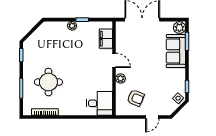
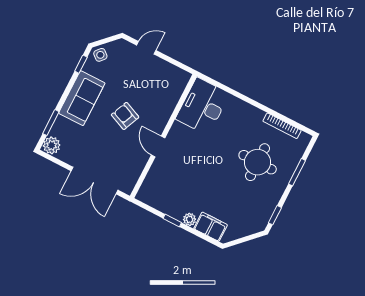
filing cabinet: (106, 39) -> (211, 227), moved, turned -90
sofa: (176, 51) -> (82, 98), moved
plant: (120, 78) -> (162, 119), removed
armchair: (136, 98) -> (125, 116), moved
desk: (100, 103) -> (203, 106), width x1.37

